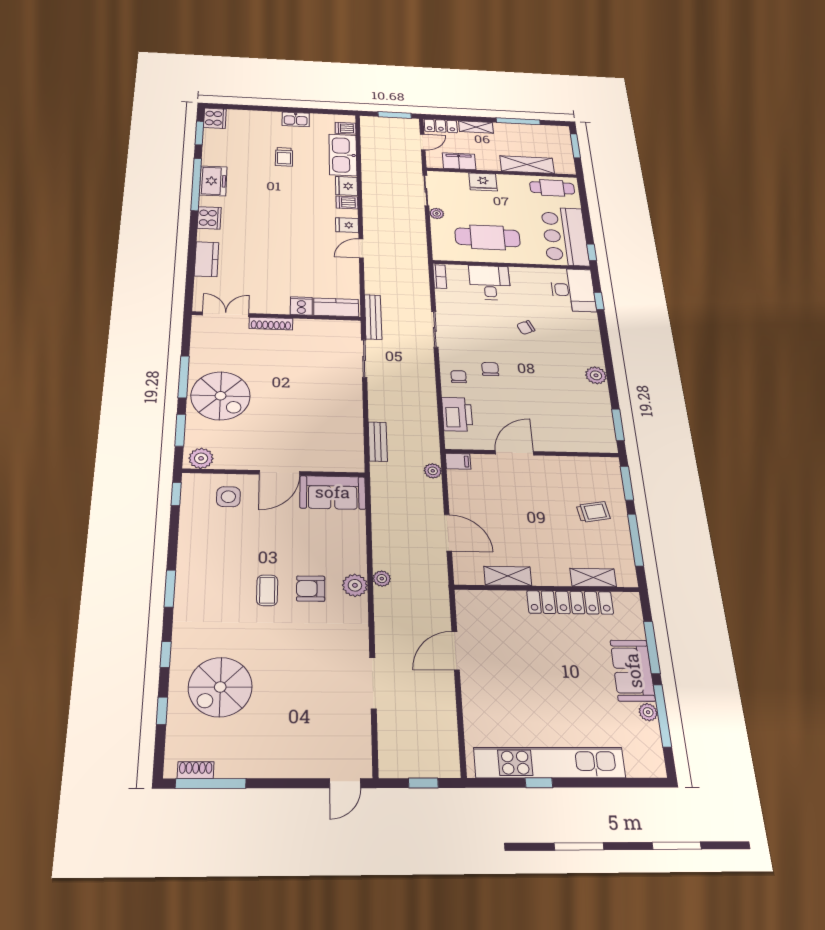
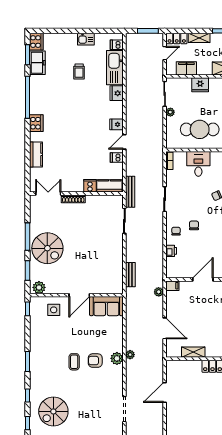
freezer: (213, 181) -> (37, 63), moved
dishwasher: (347, 203) -> (117, 158), moved
printer: (457, 414) -> (171, 251), width x0.53, depth x0.68

